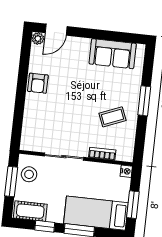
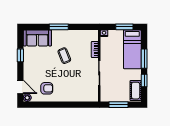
window: (106, 35) -> (20, 55), added
sofa: (113, 54) -> (37, 38), moved, turned 90
armchair: (38, 83) -> (47, 88), moved
coffee table: (112, 117) -> (64, 56), moved
stool: (29, 174) -> (113, 94), removed

